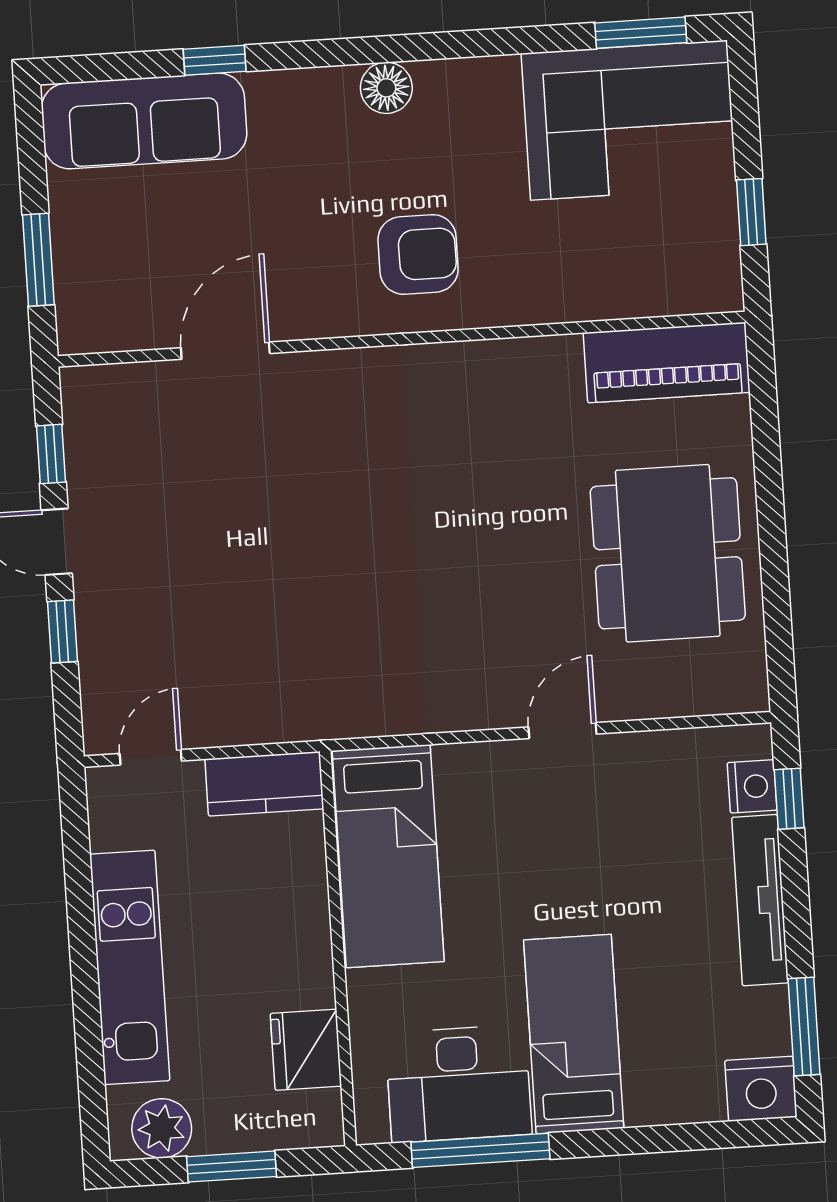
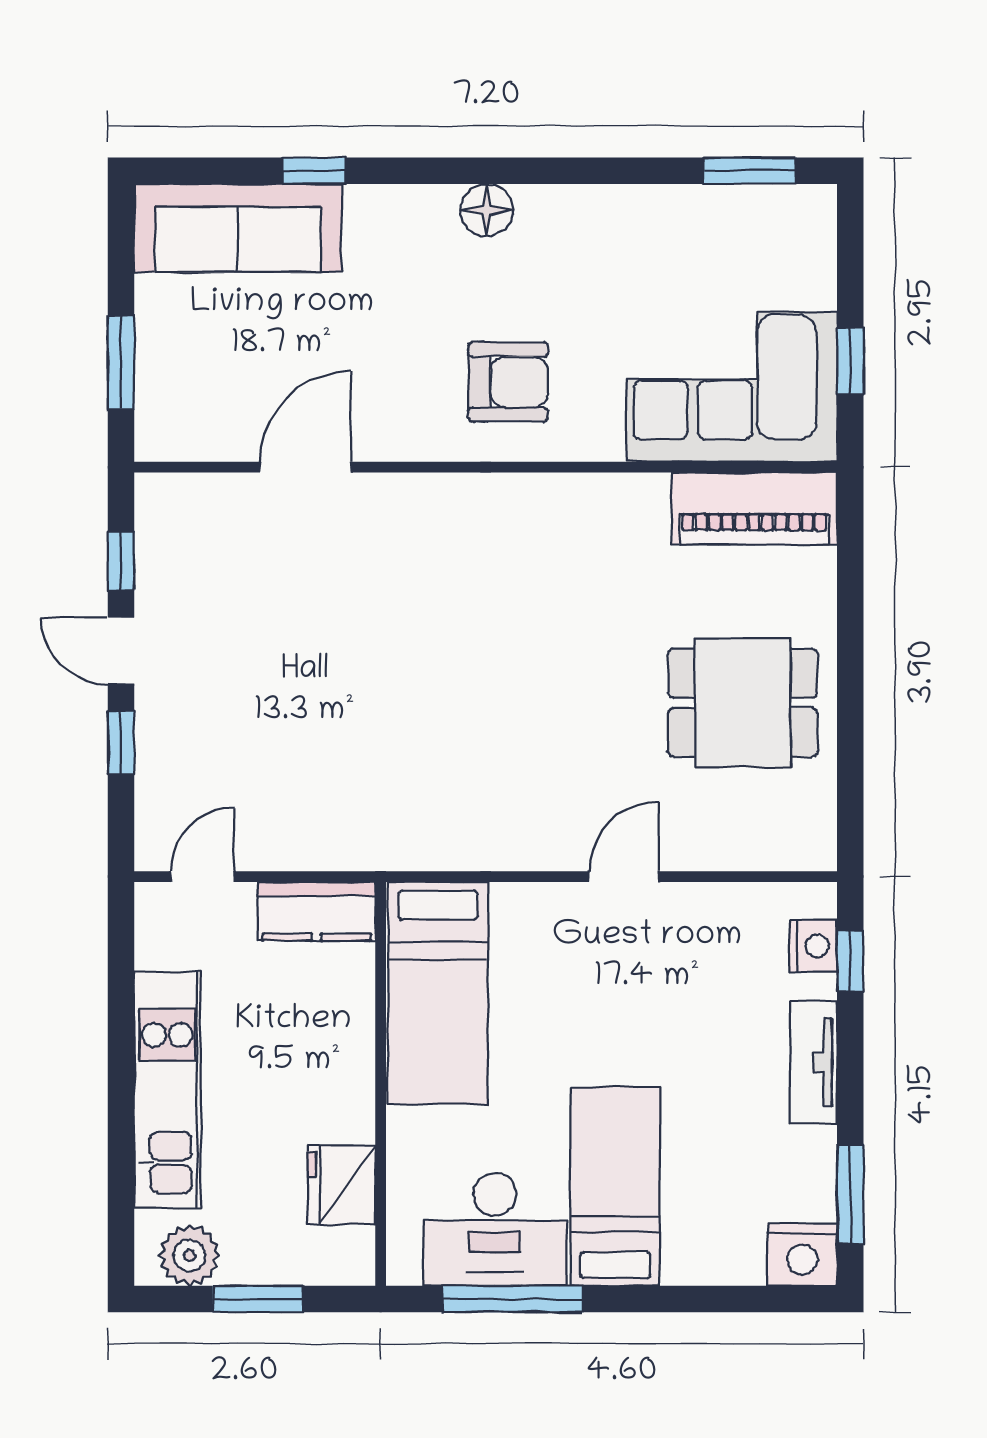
corner sofa: (629, 120) -> (732, 387), moved, turned 180
dining table: (668, 553) -> (743, 703), width x0.73
tv unit: (760, 900) -> (814, 1062), width x0.71

